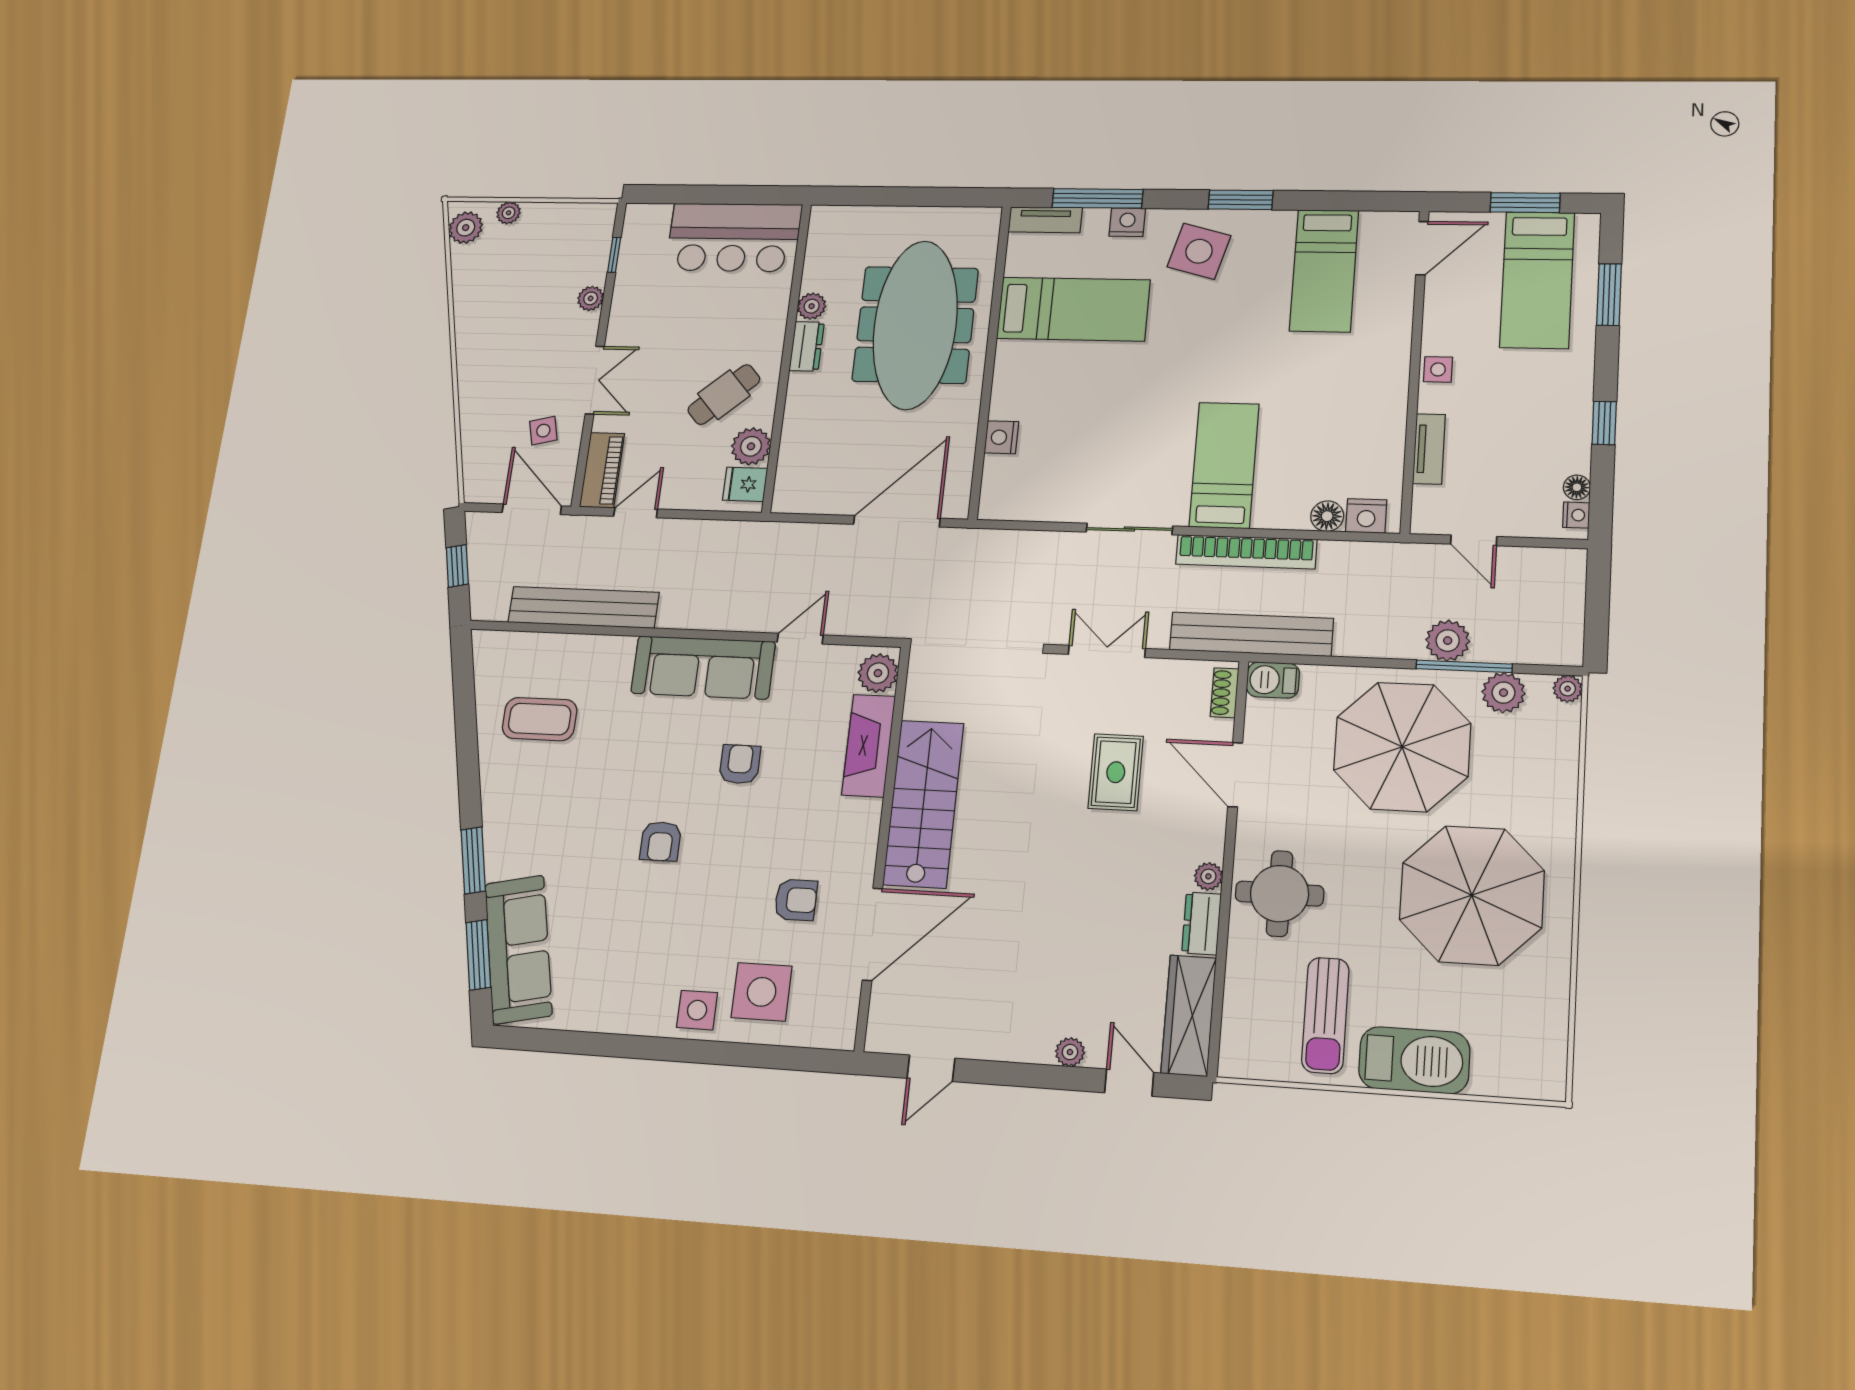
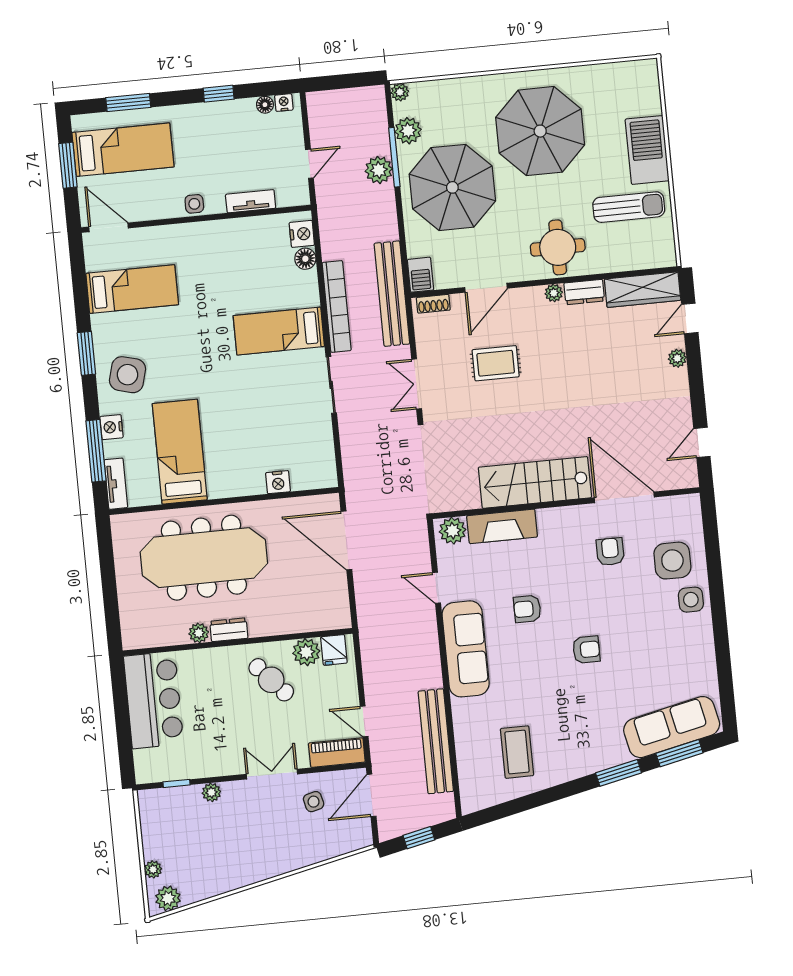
door: (931, 1068) -> (702, 442), swing flipped

